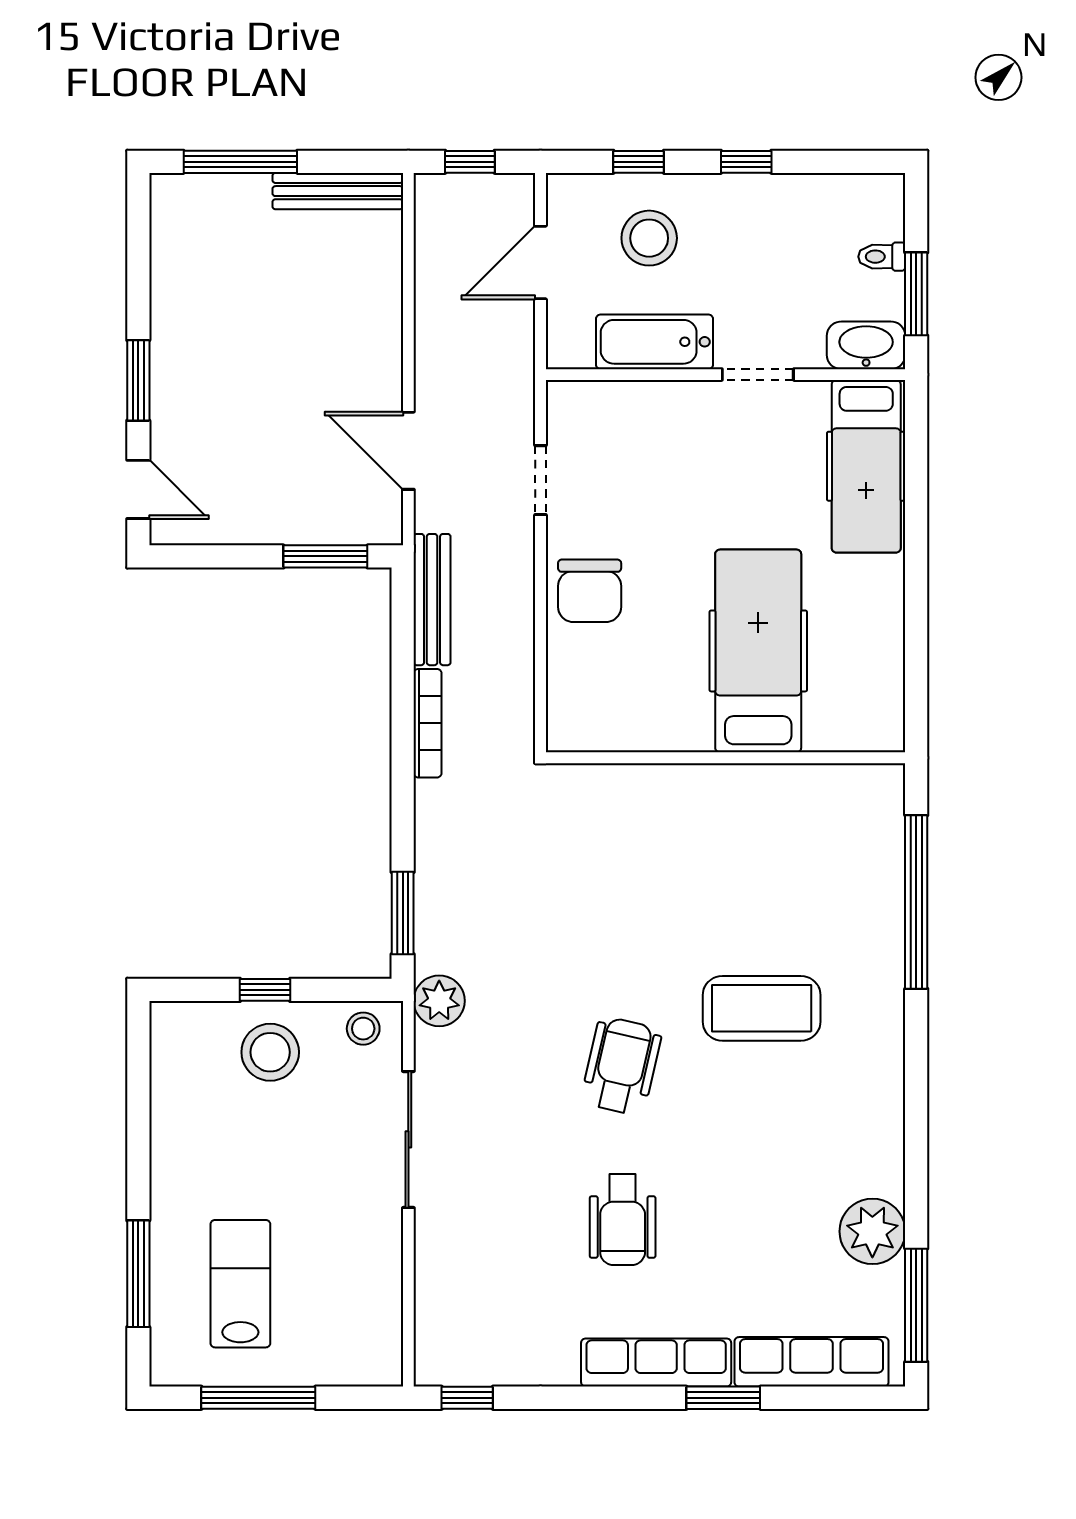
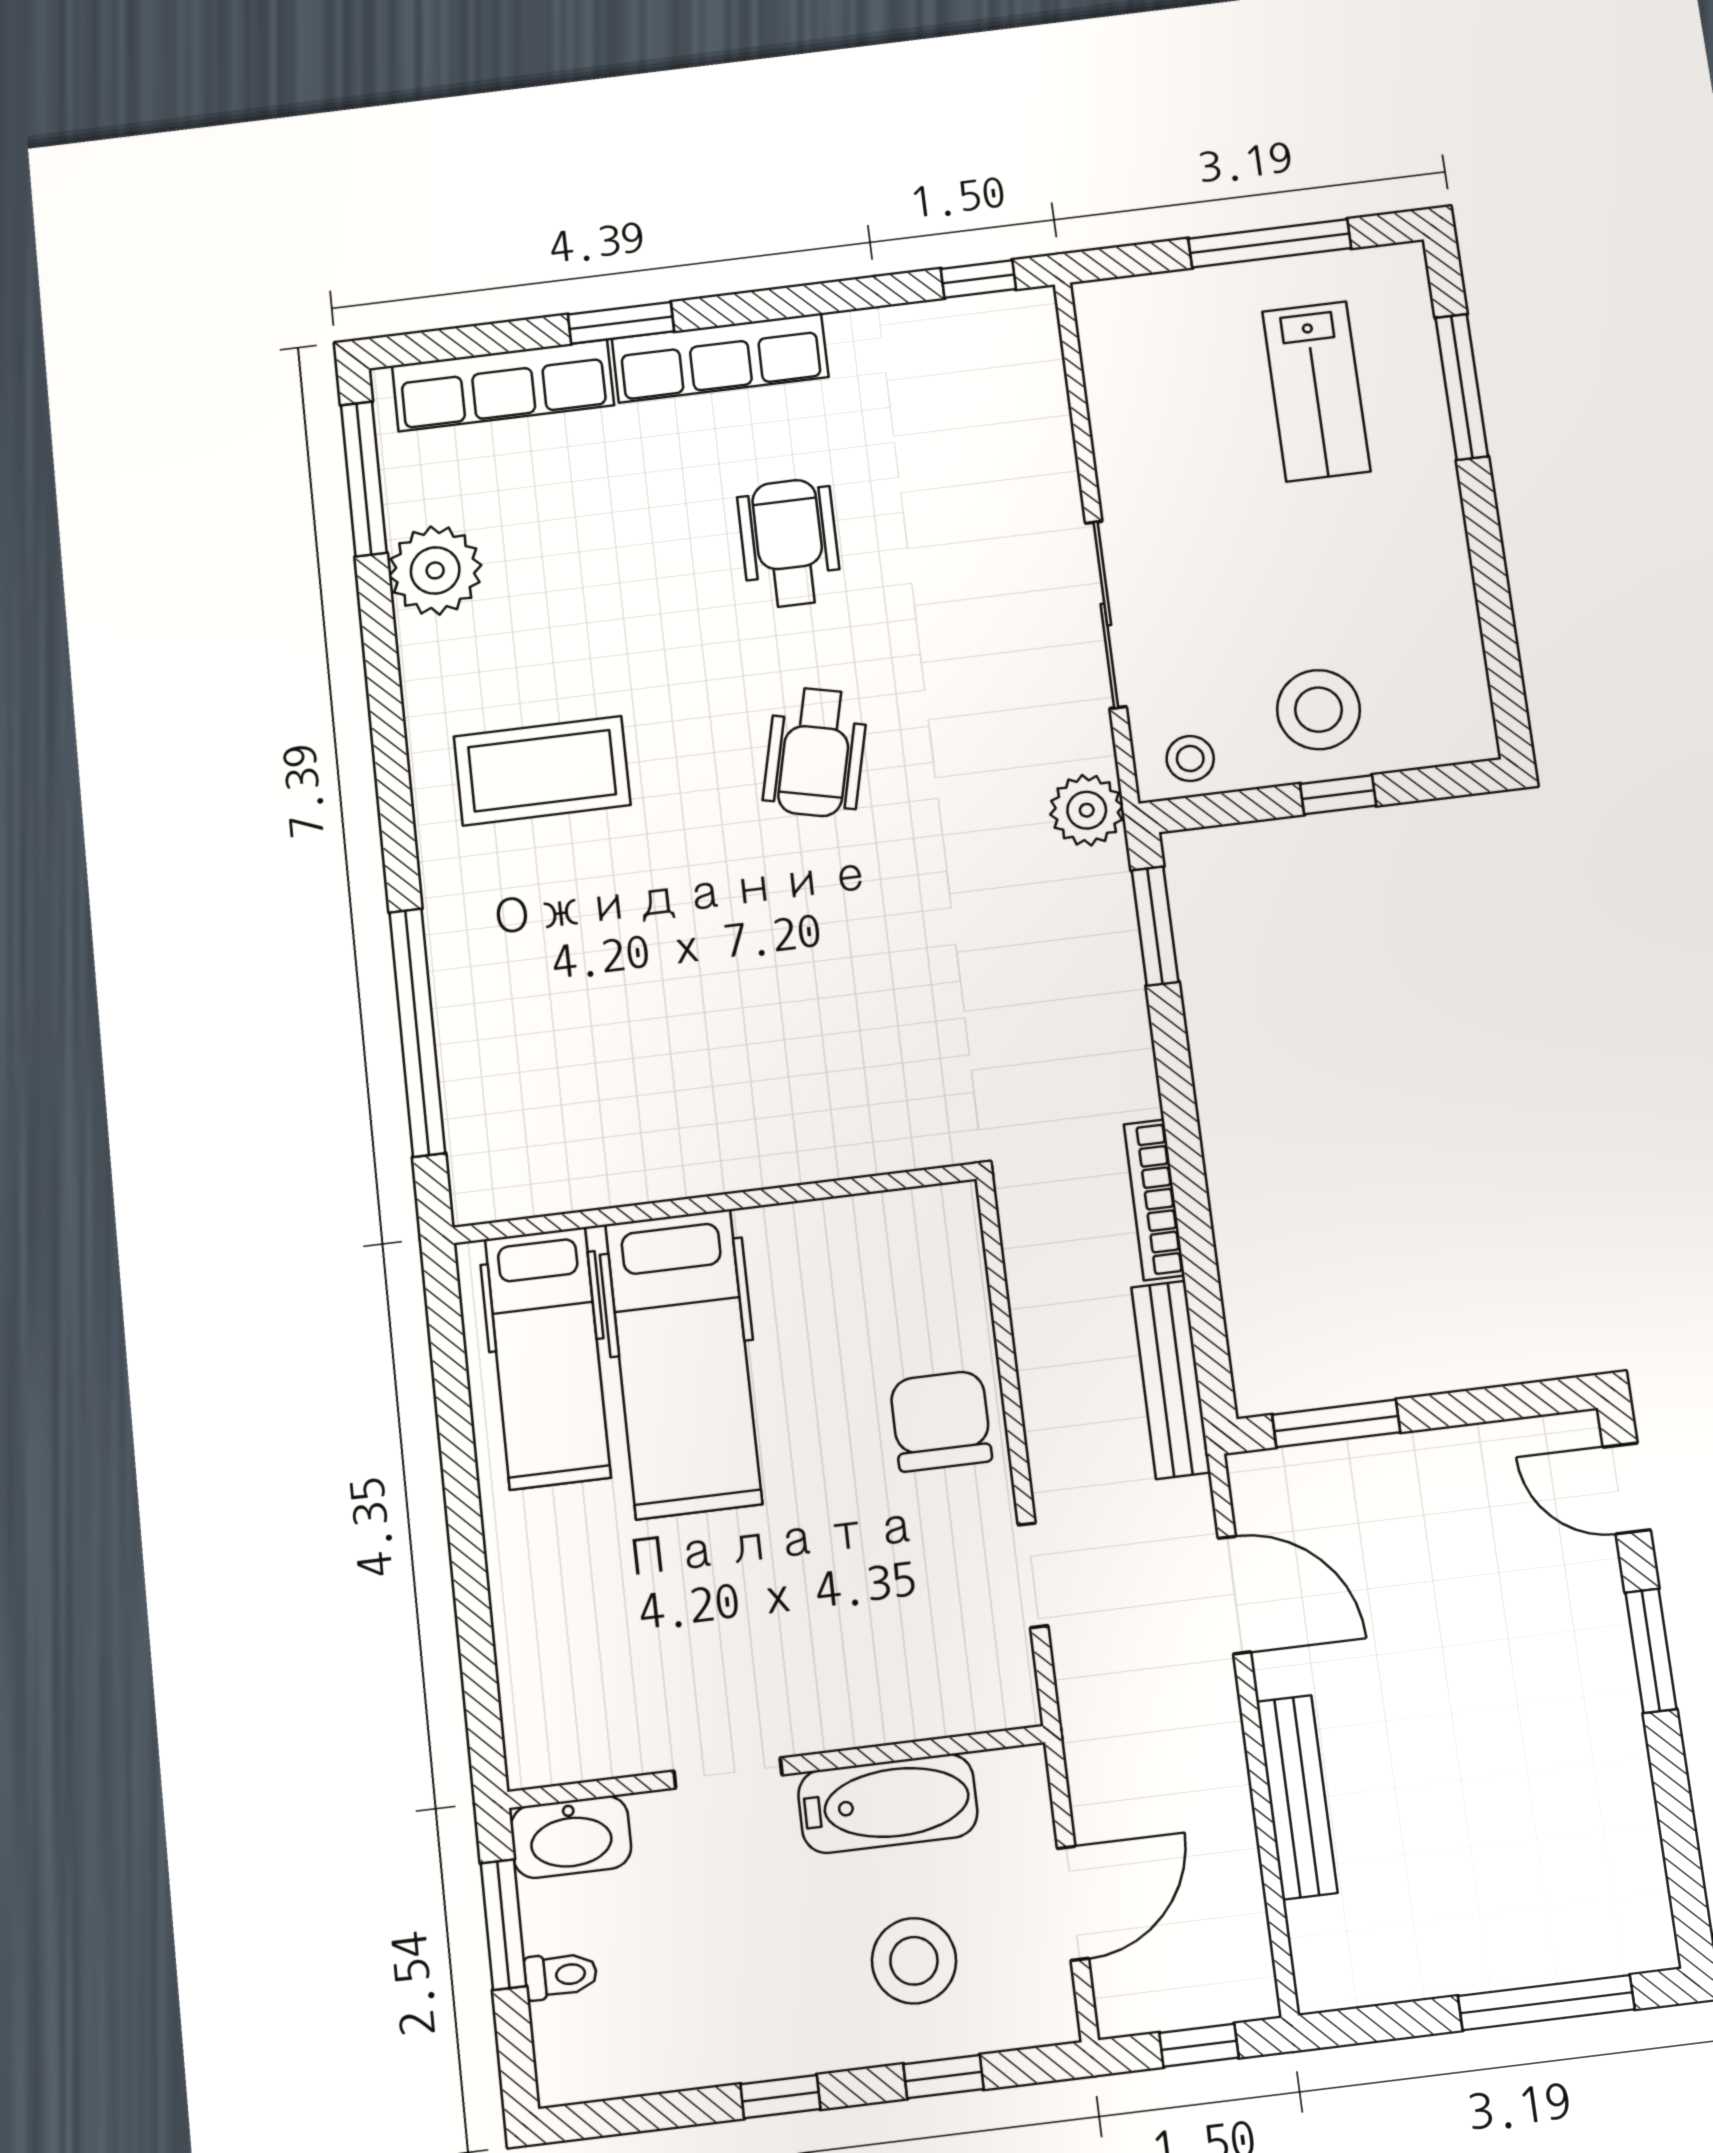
bench: (338, 191) -> (1297, 1797), moved, turned 90
hospital bed: (866, 466) -> (548, 1358), moved, turned 180
coffee table: (762, 1008) -> (542, 771), moved

